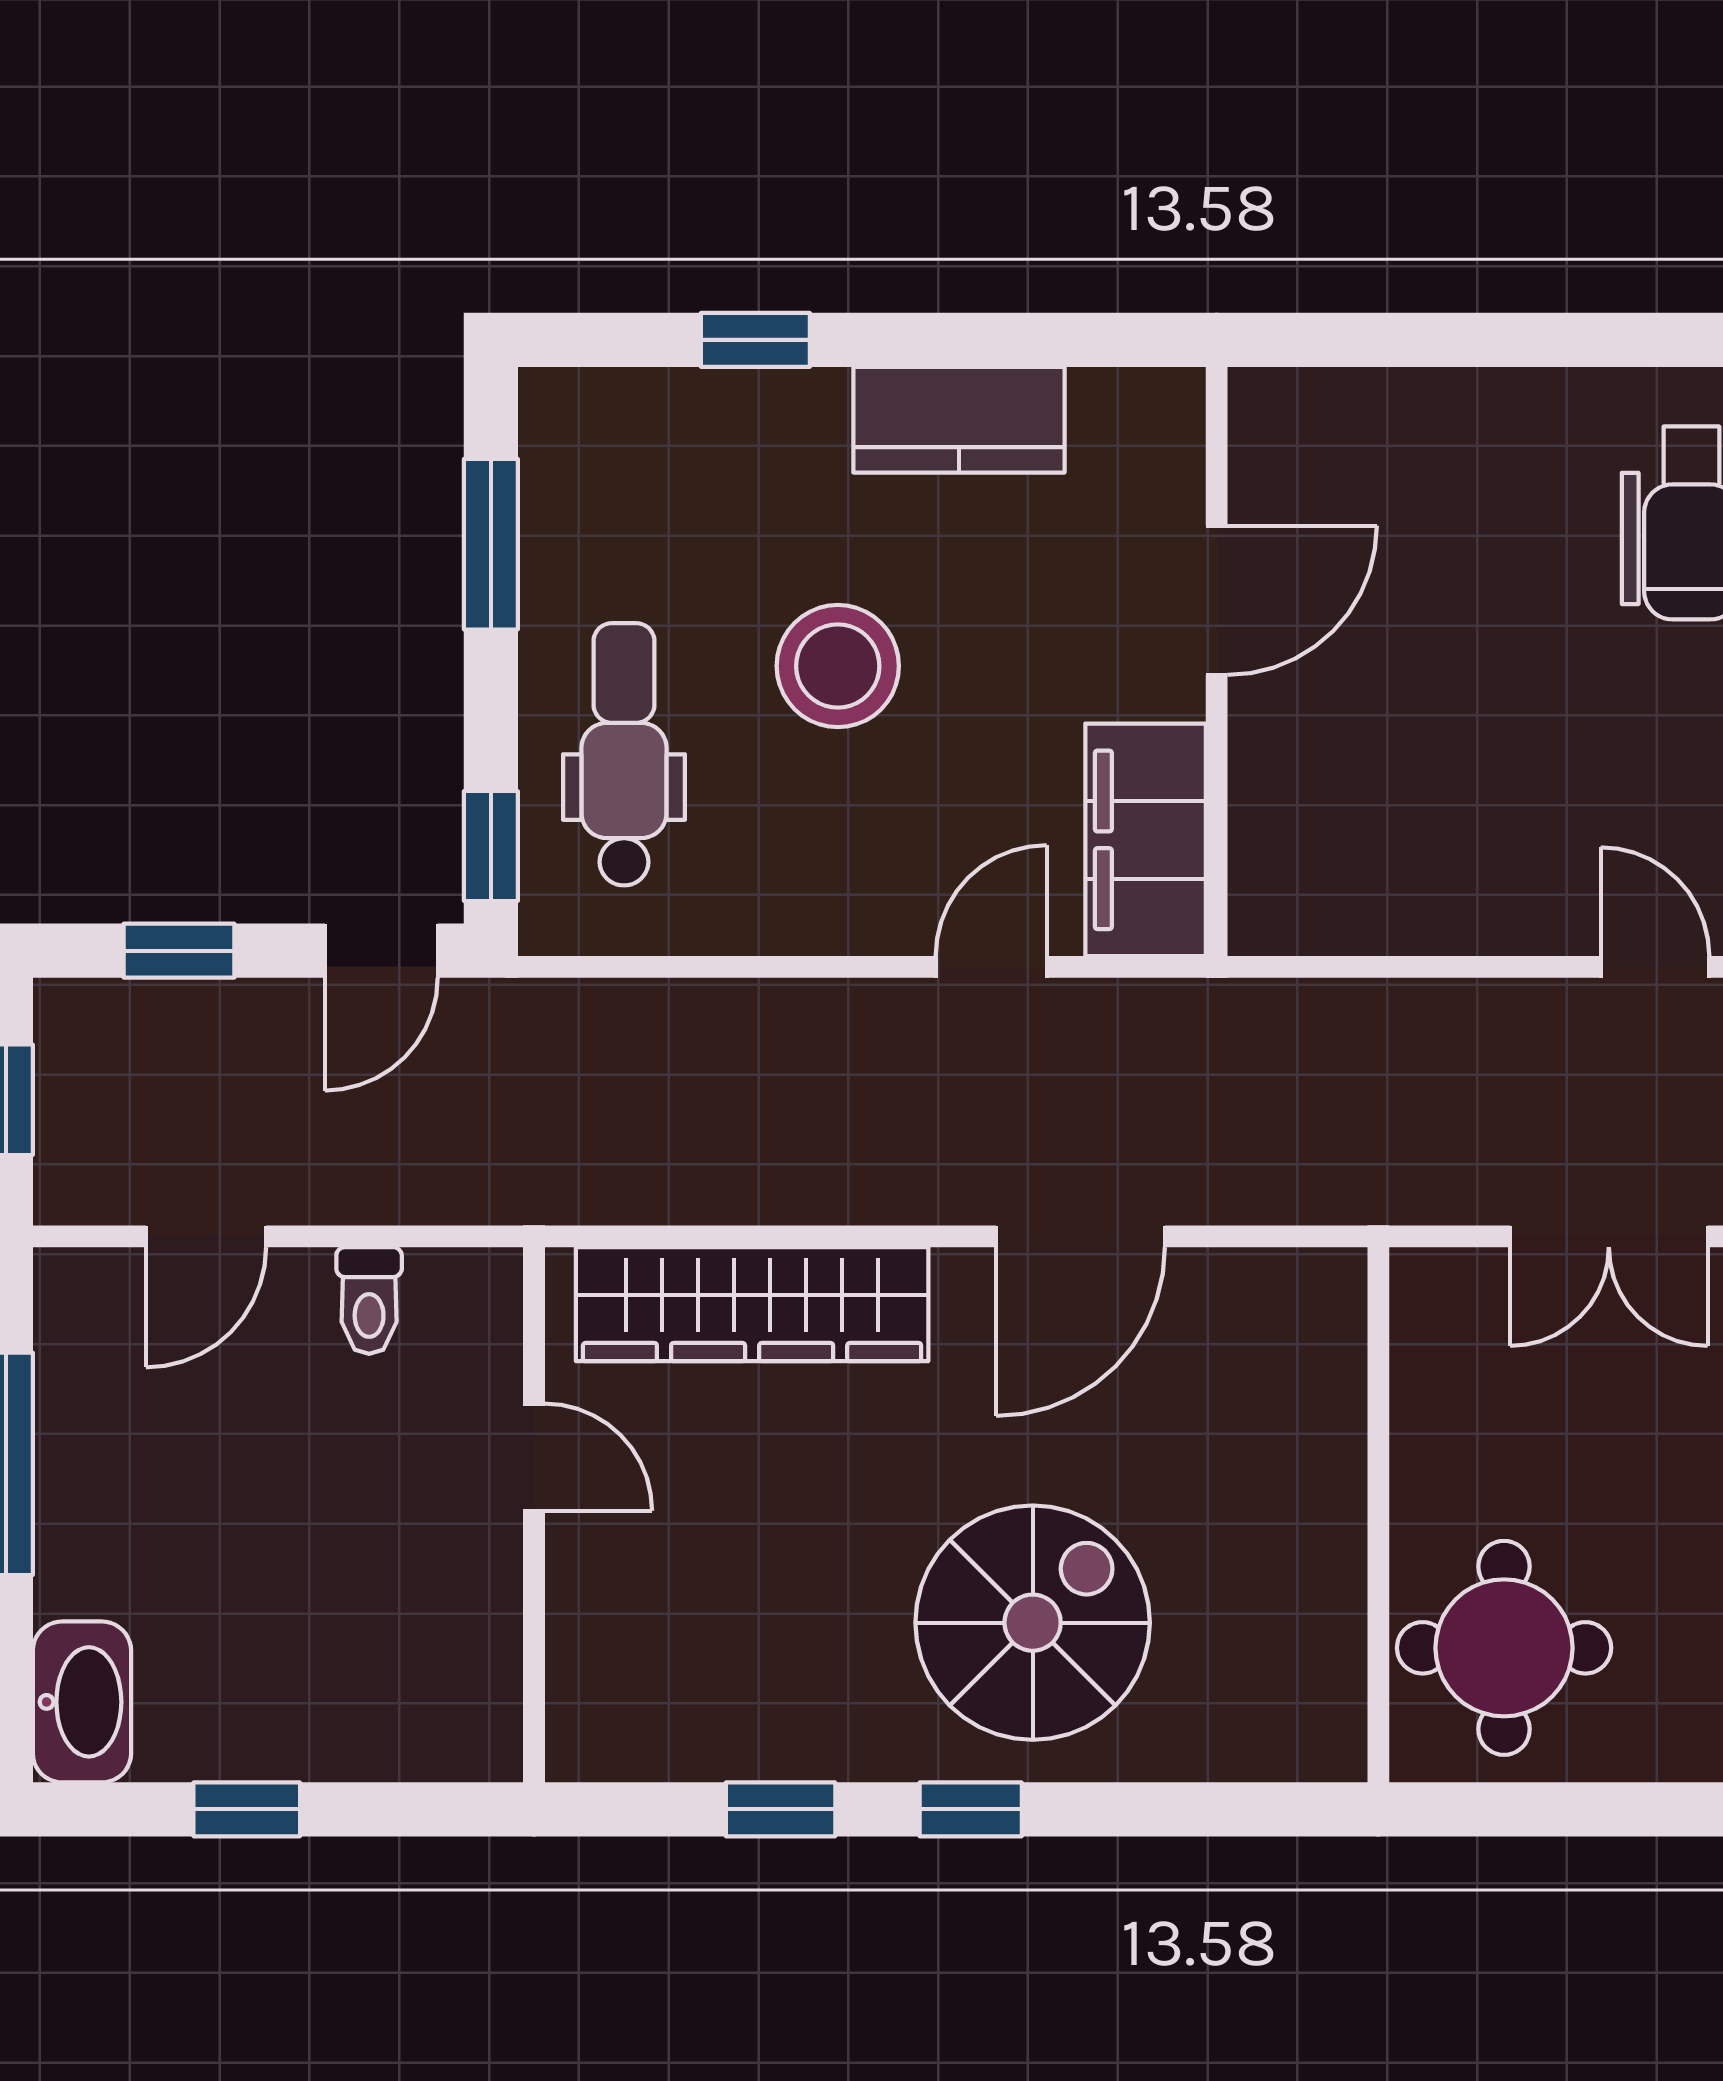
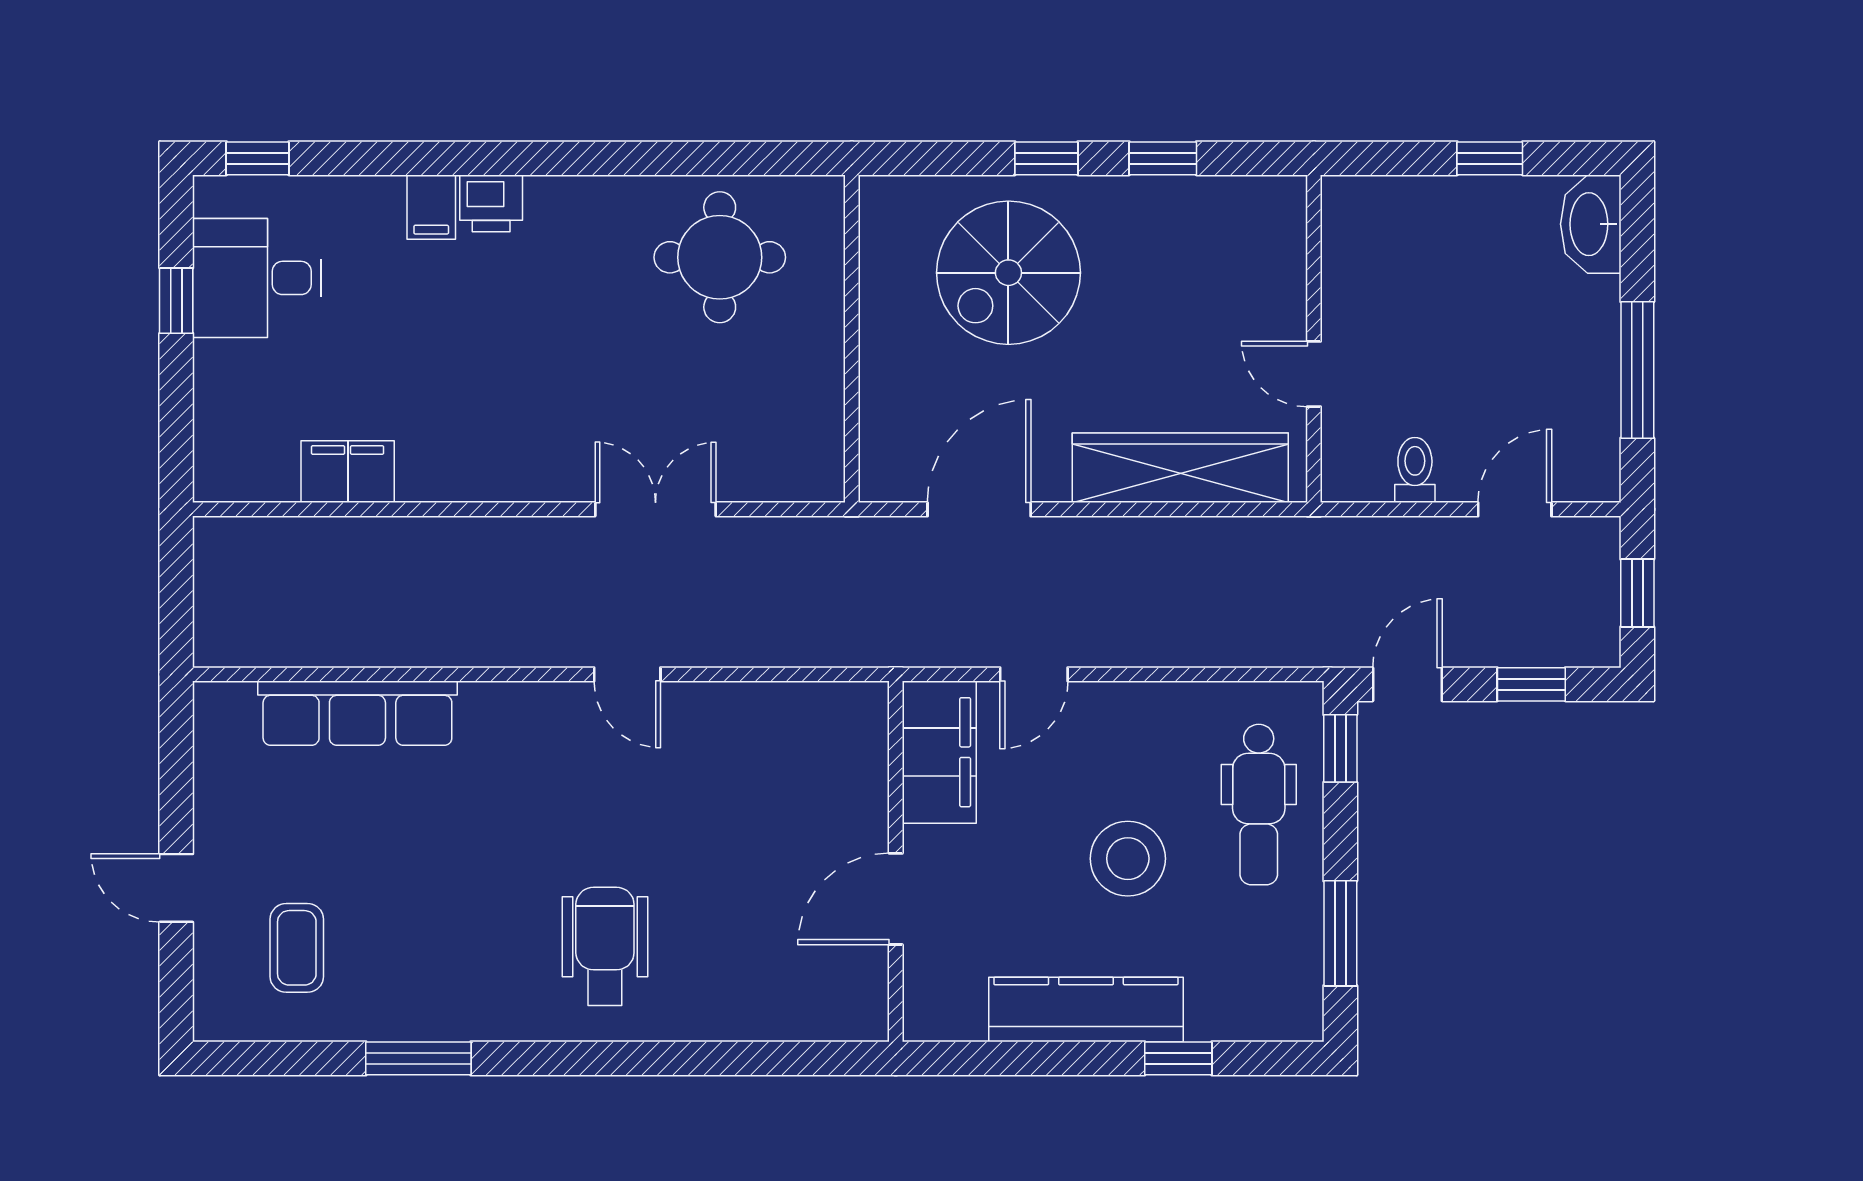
kitchen counter: (959, 420) -> (1086, 1010), width x1.50
wall: (1378, 1515) -> (852, 339), moved

